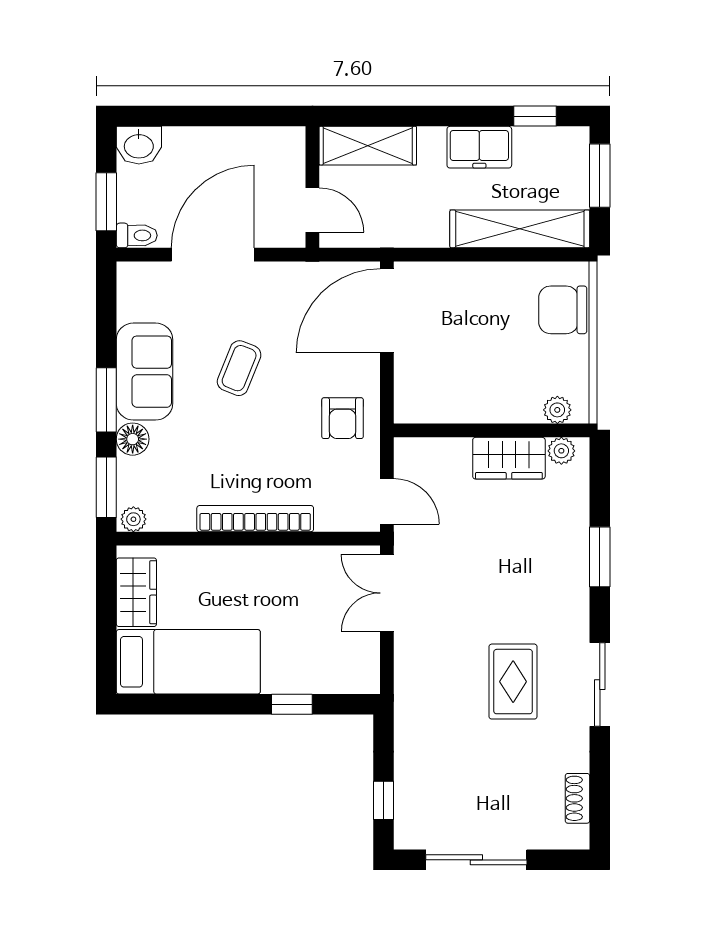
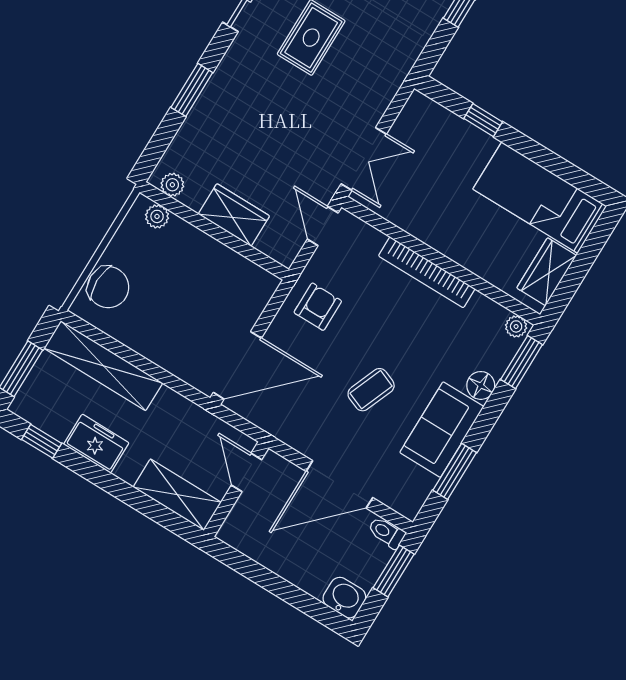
window: (106, 400) -> (455, 471), moved
wardrobe: (509, 458) -> (234, 215), moved

